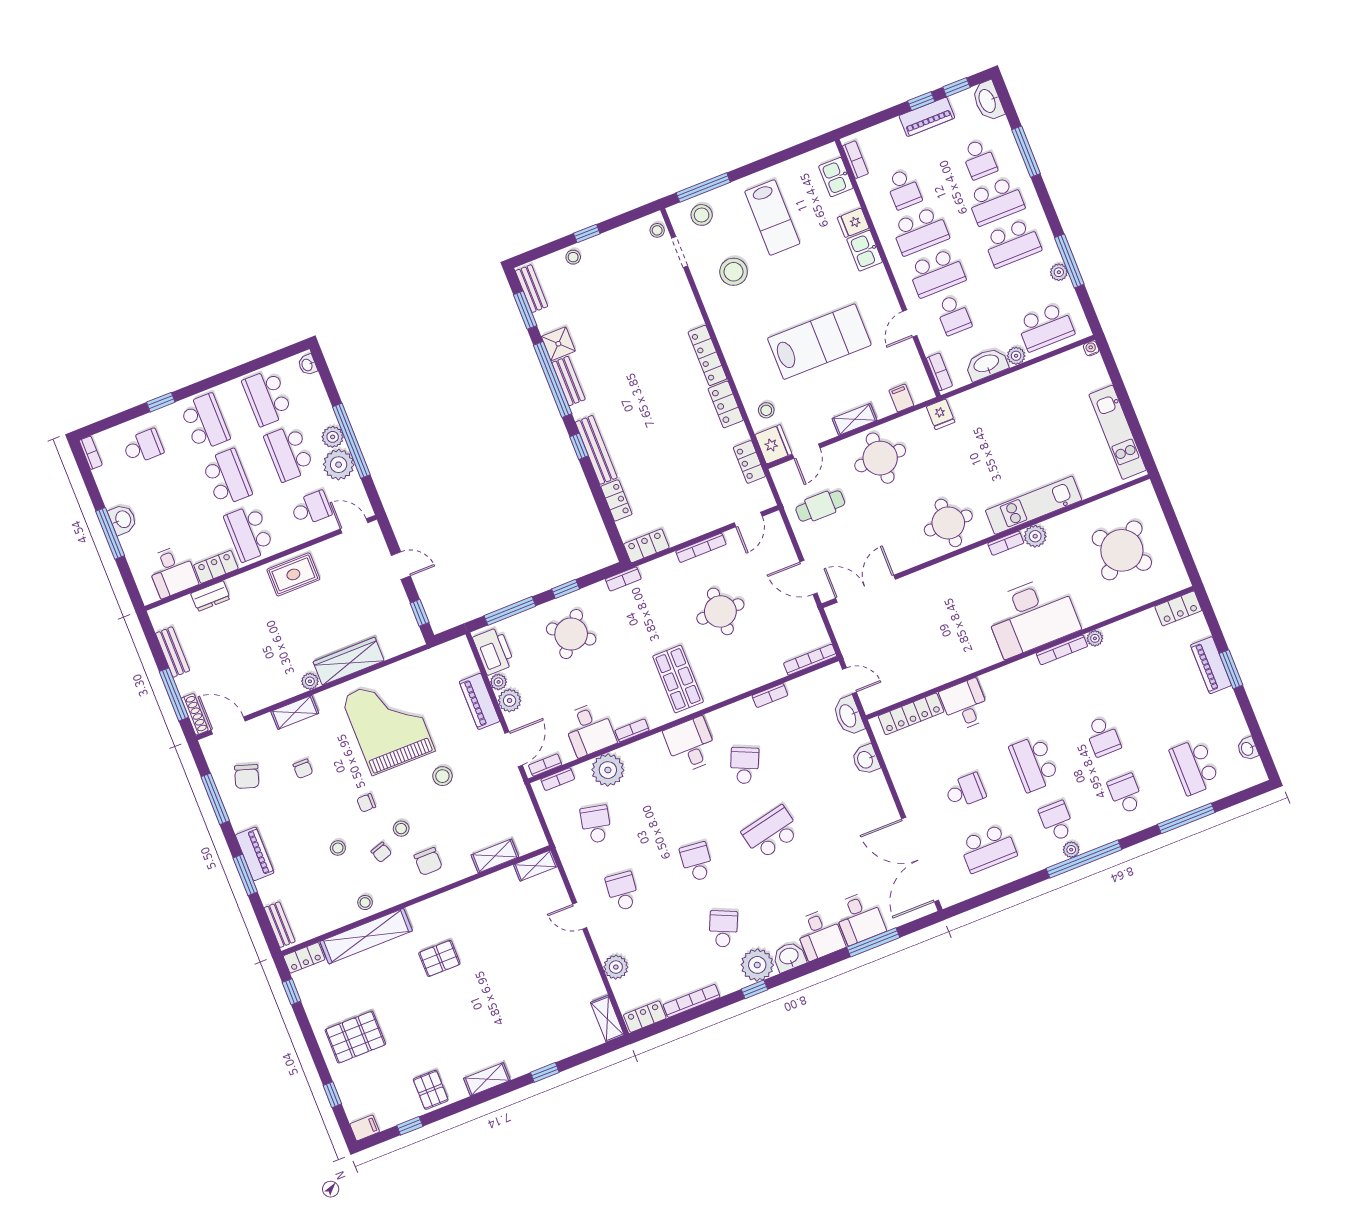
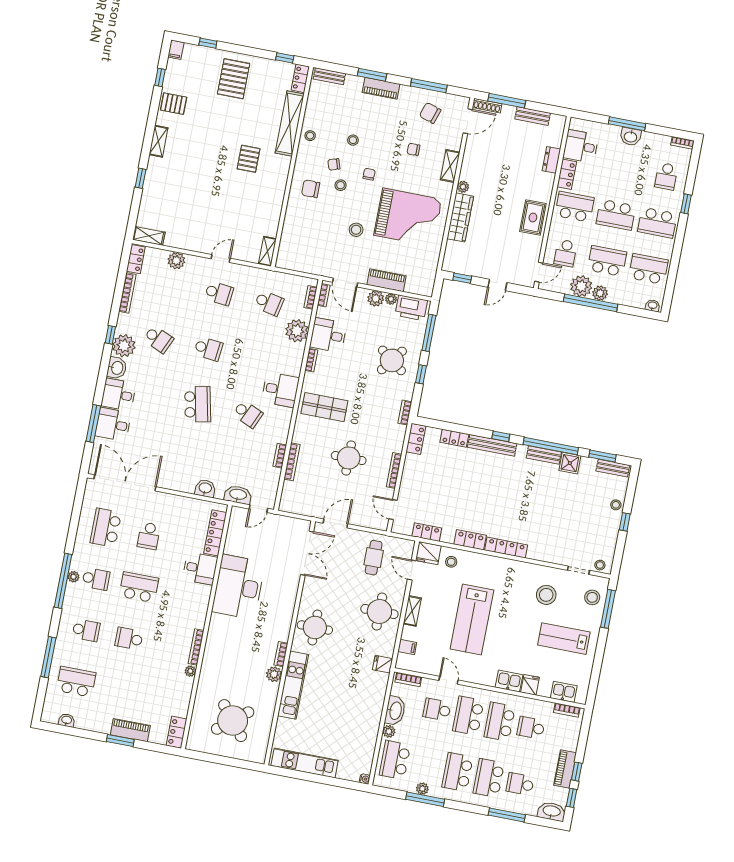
desk: (1032, 616) -> (238, 587), moved
bookcase: (810, 660) -> (292, 462), moved
shelving: (495, 856) -> (289, 231), removed

